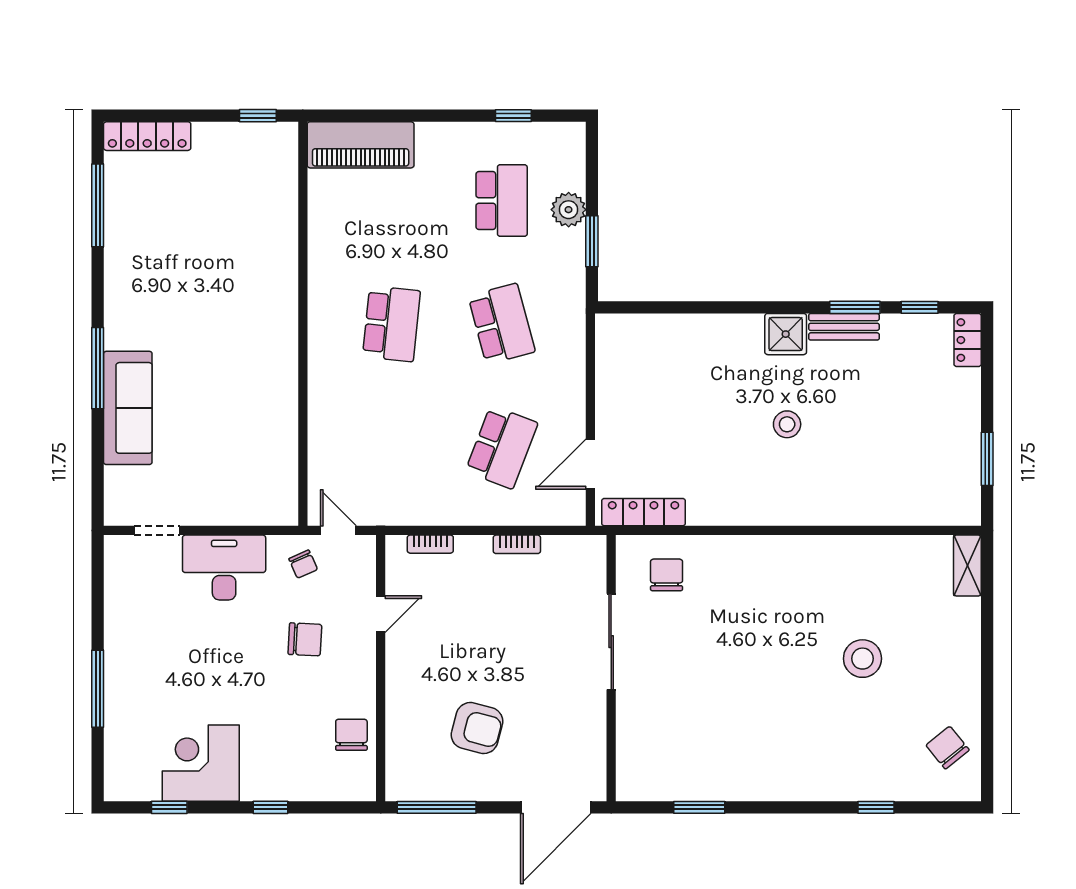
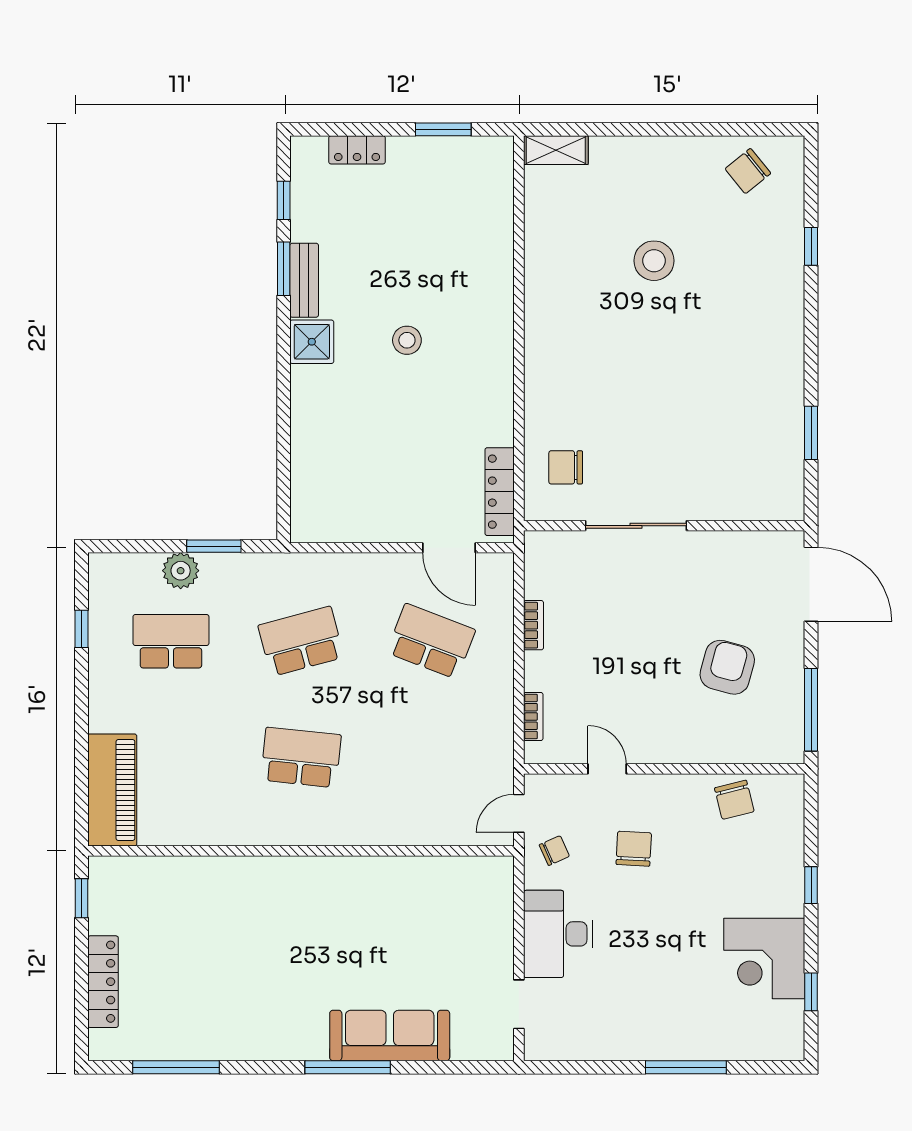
locker: (147, 136) -> (103, 982), moved
locker: (968, 340) -> (357, 150), moved
chair: (351, 735) -> (734, 800), turned -104

